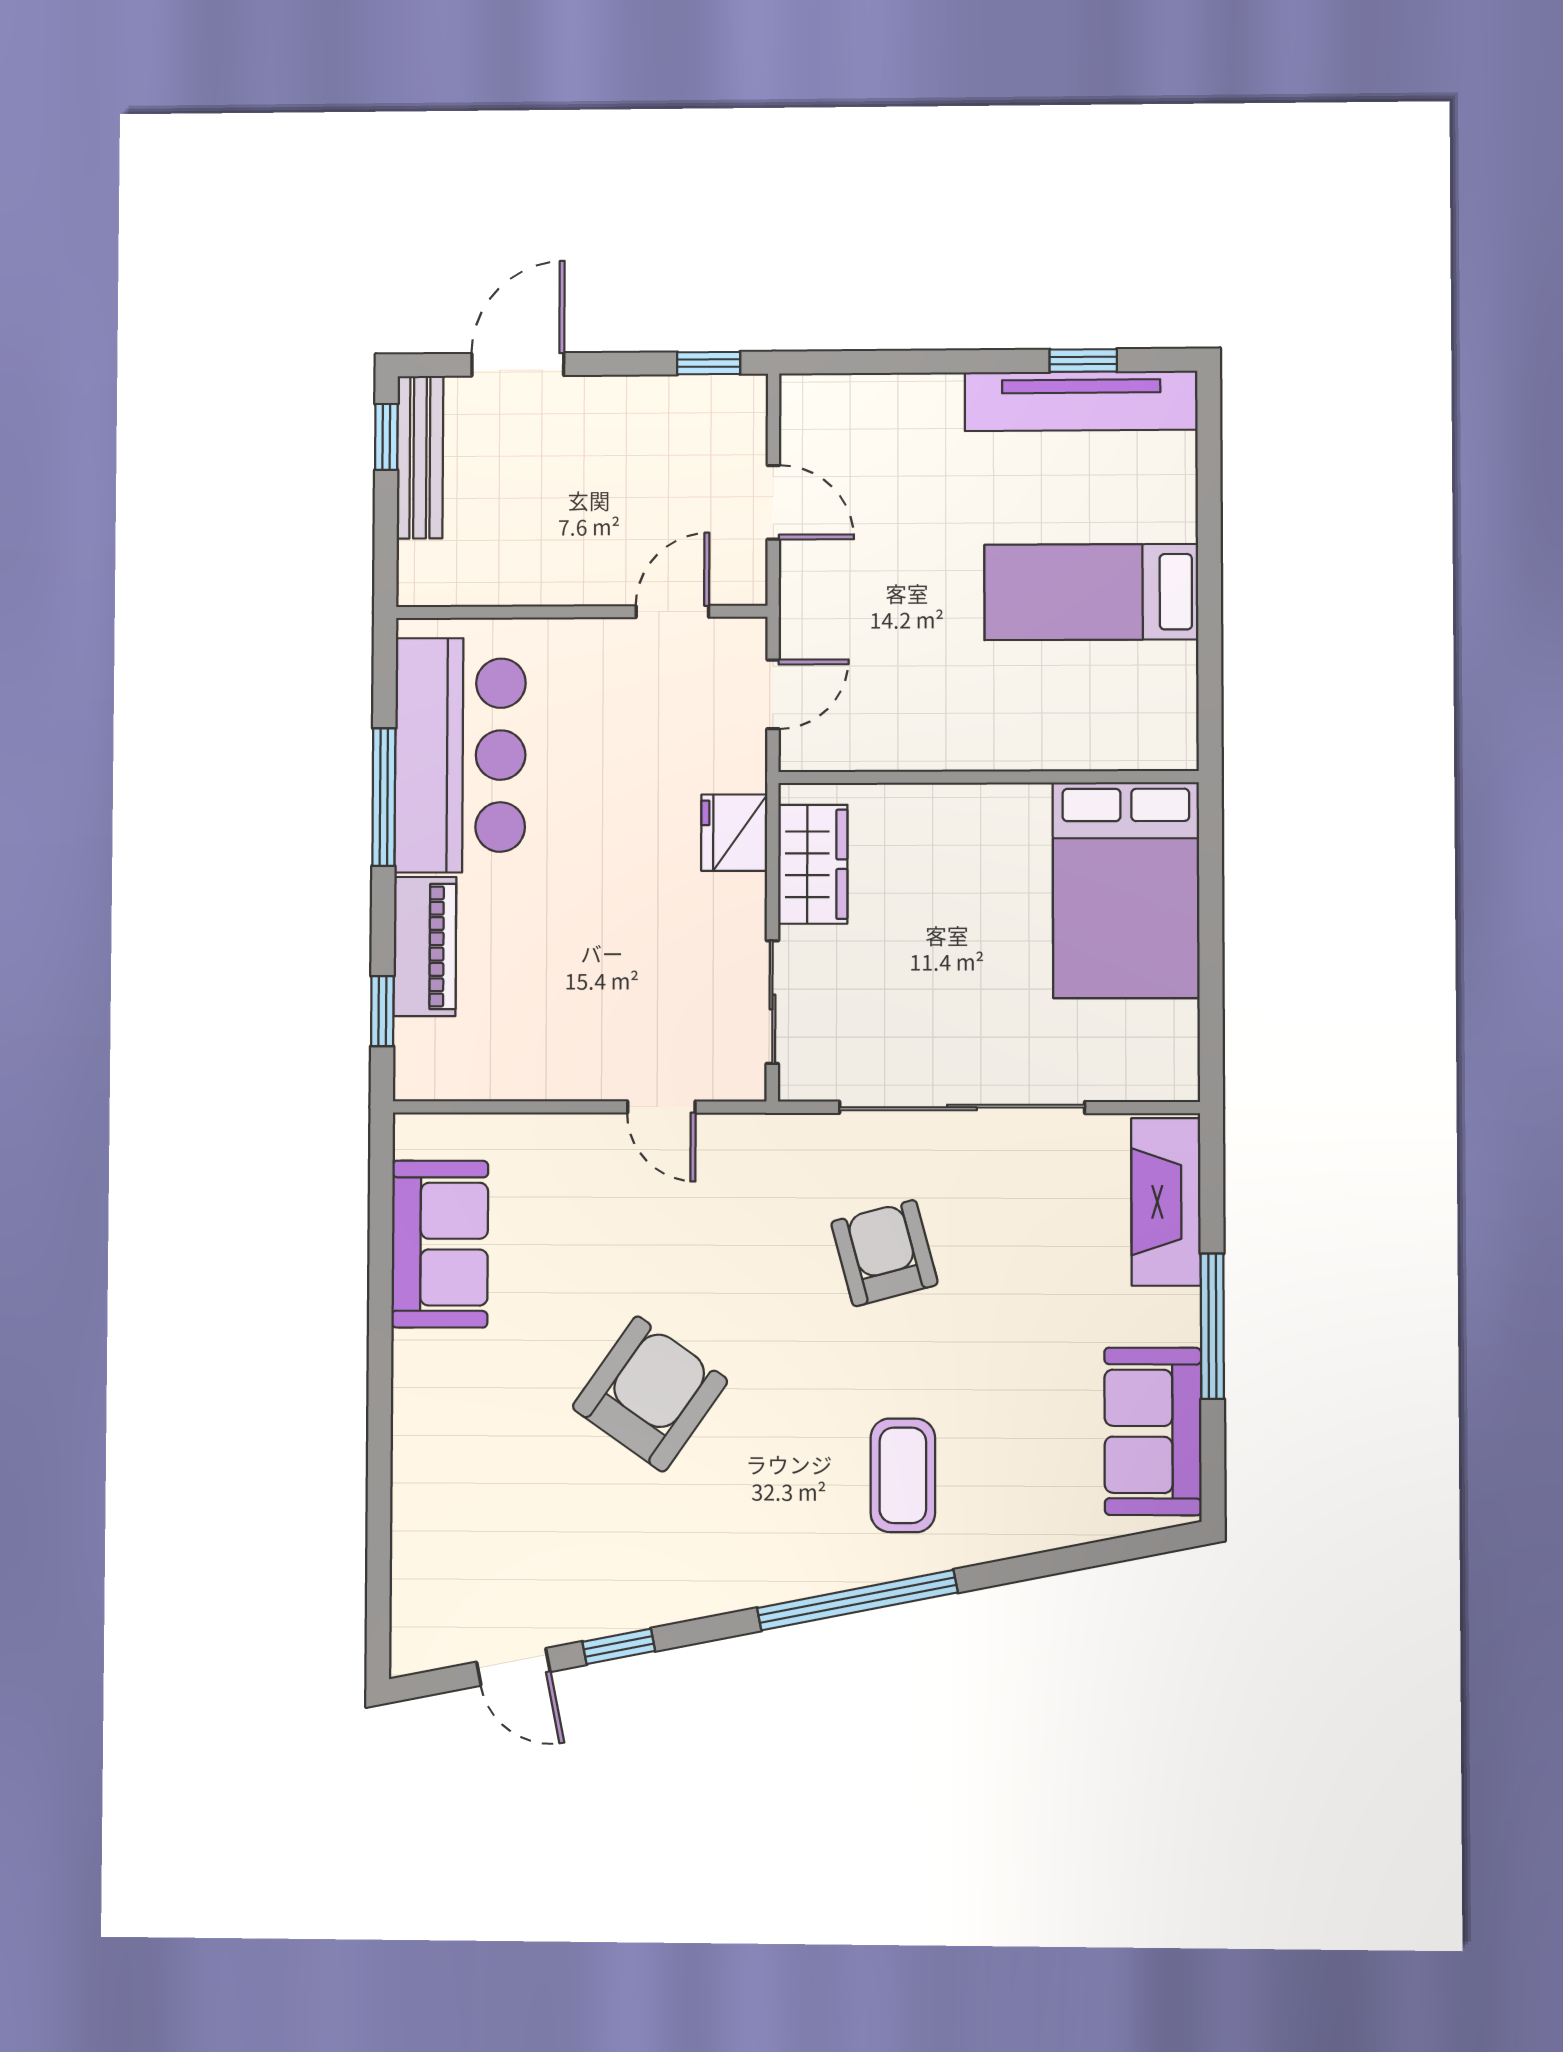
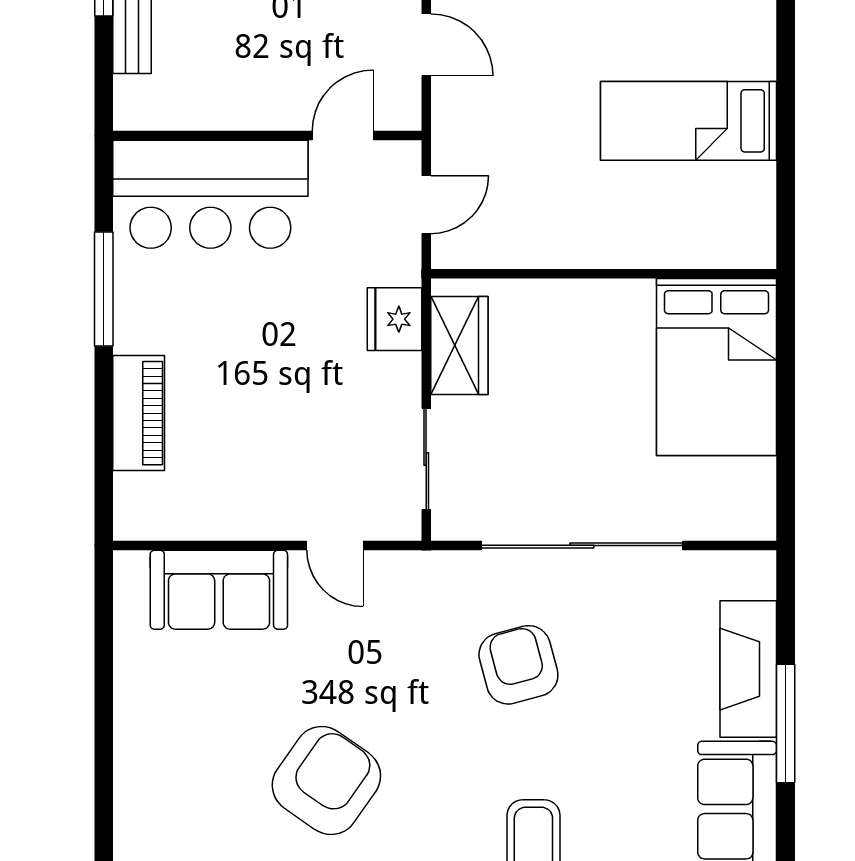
bar counter: (460, 755) -> (210, 194), moved, turned 90
window: (382, 1011) -> (104, 467), removed
fireplace: (1166, 1202) -> (748, 669), moved
sofa: (440, 1244) -> (219, 590), moved, turned 90

